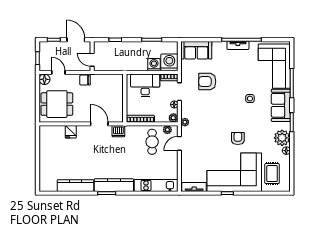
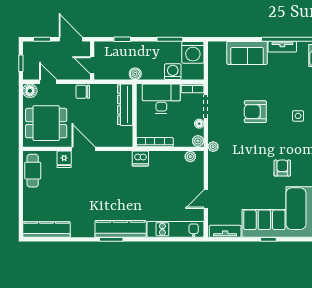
sofa: (196, 50) -> (247, 53), moved
washing machine: (169, 62) -> (193, 52), moved, turned 180
boiler: (125, 66) -> (135, 74), added
armchair: (207, 81) -> (255, 112), moved
dresser: (117, 90) -> (125, 105), added
door: (99, 124) -> (84, 149), moved
dishwasher: (118, 131) -> (140, 158), moved
cafe table: (152, 142) -> (33, 171), moved
door: (179, 143) -> (206, 199), moved
kitchen counter: (75, 186) -> (47, 229), moved

